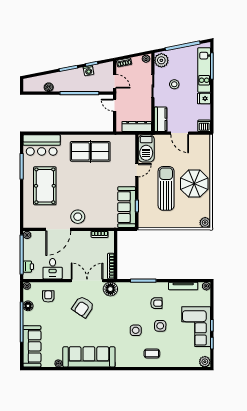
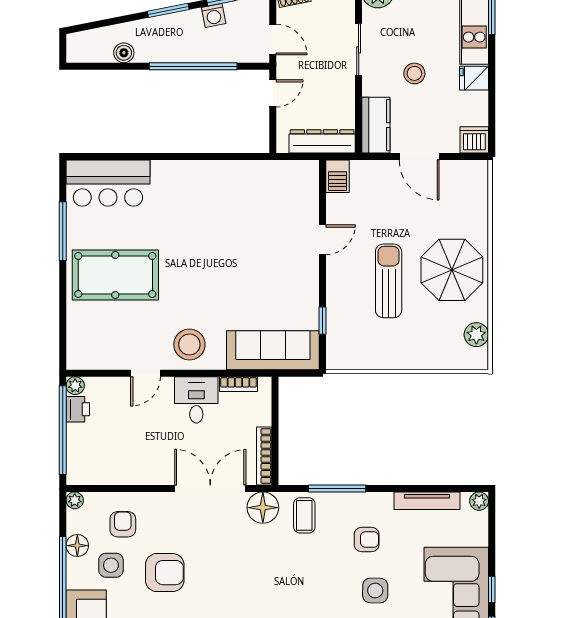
stool: (174, 84) -> (414, 73), moved
door: (115, 105) -> (273, 93), swing flipped
barbecue: (146, 148) -> (337, 176), width x0.53, depth x0.65
table tennis table: (90, 151) -> (217, 197), removed
pool table: (45, 186) -> (115, 275), turned 90
sun lounger: (166, 188) -> (389, 281), width x0.73, depth x0.75
sofa: (127, 207) -> (273, 350), moved, turned 90
plant: (205, 223) -> (476, 335), moved
door: (58, 229) -> (146, 373), width x0.53
printer: (28, 267) -> (78, 409), moved
desk: (53, 269) -> (196, 400), moved, turned 180
coffee table: (129, 292) -> (304, 515), added
armchair: (83, 307) -> (165, 573), moved, turned -124
side table: (136, 330) -> (111, 565), moved

